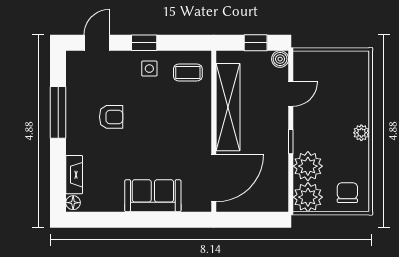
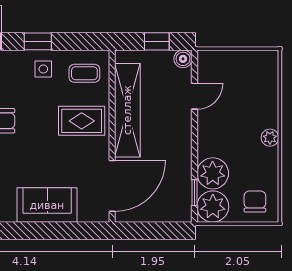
rug: (185, 117) -> (82, 121), added
window: (291, 142) -> (194, 193), moved

